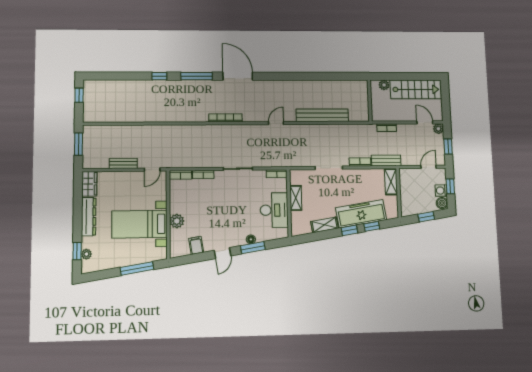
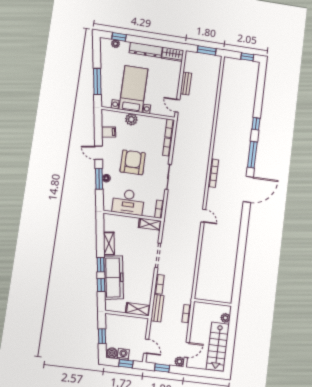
bench: (322, 115) -> (205, 257), removed
shelving: (296, 198) -> (150, 224), moved
armchair: (228, 212) -> (133, 162), added

